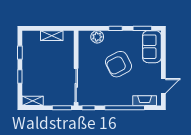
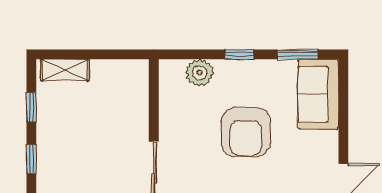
shelving: (52, 36) -> (65, 70), moved
armchair: (118, 64) -> (246, 132), turned -63

